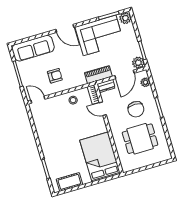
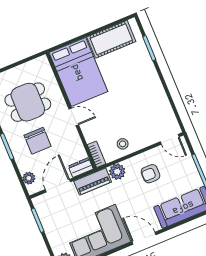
plant: (138, 63) -> (117, 172), moved
door: (103, 109) -> (74, 117), moved
chair: (136, 109) -> (38, 141), turned 180
cot: (69, 182) -> (111, 39), width x1.37, depth x1.34

